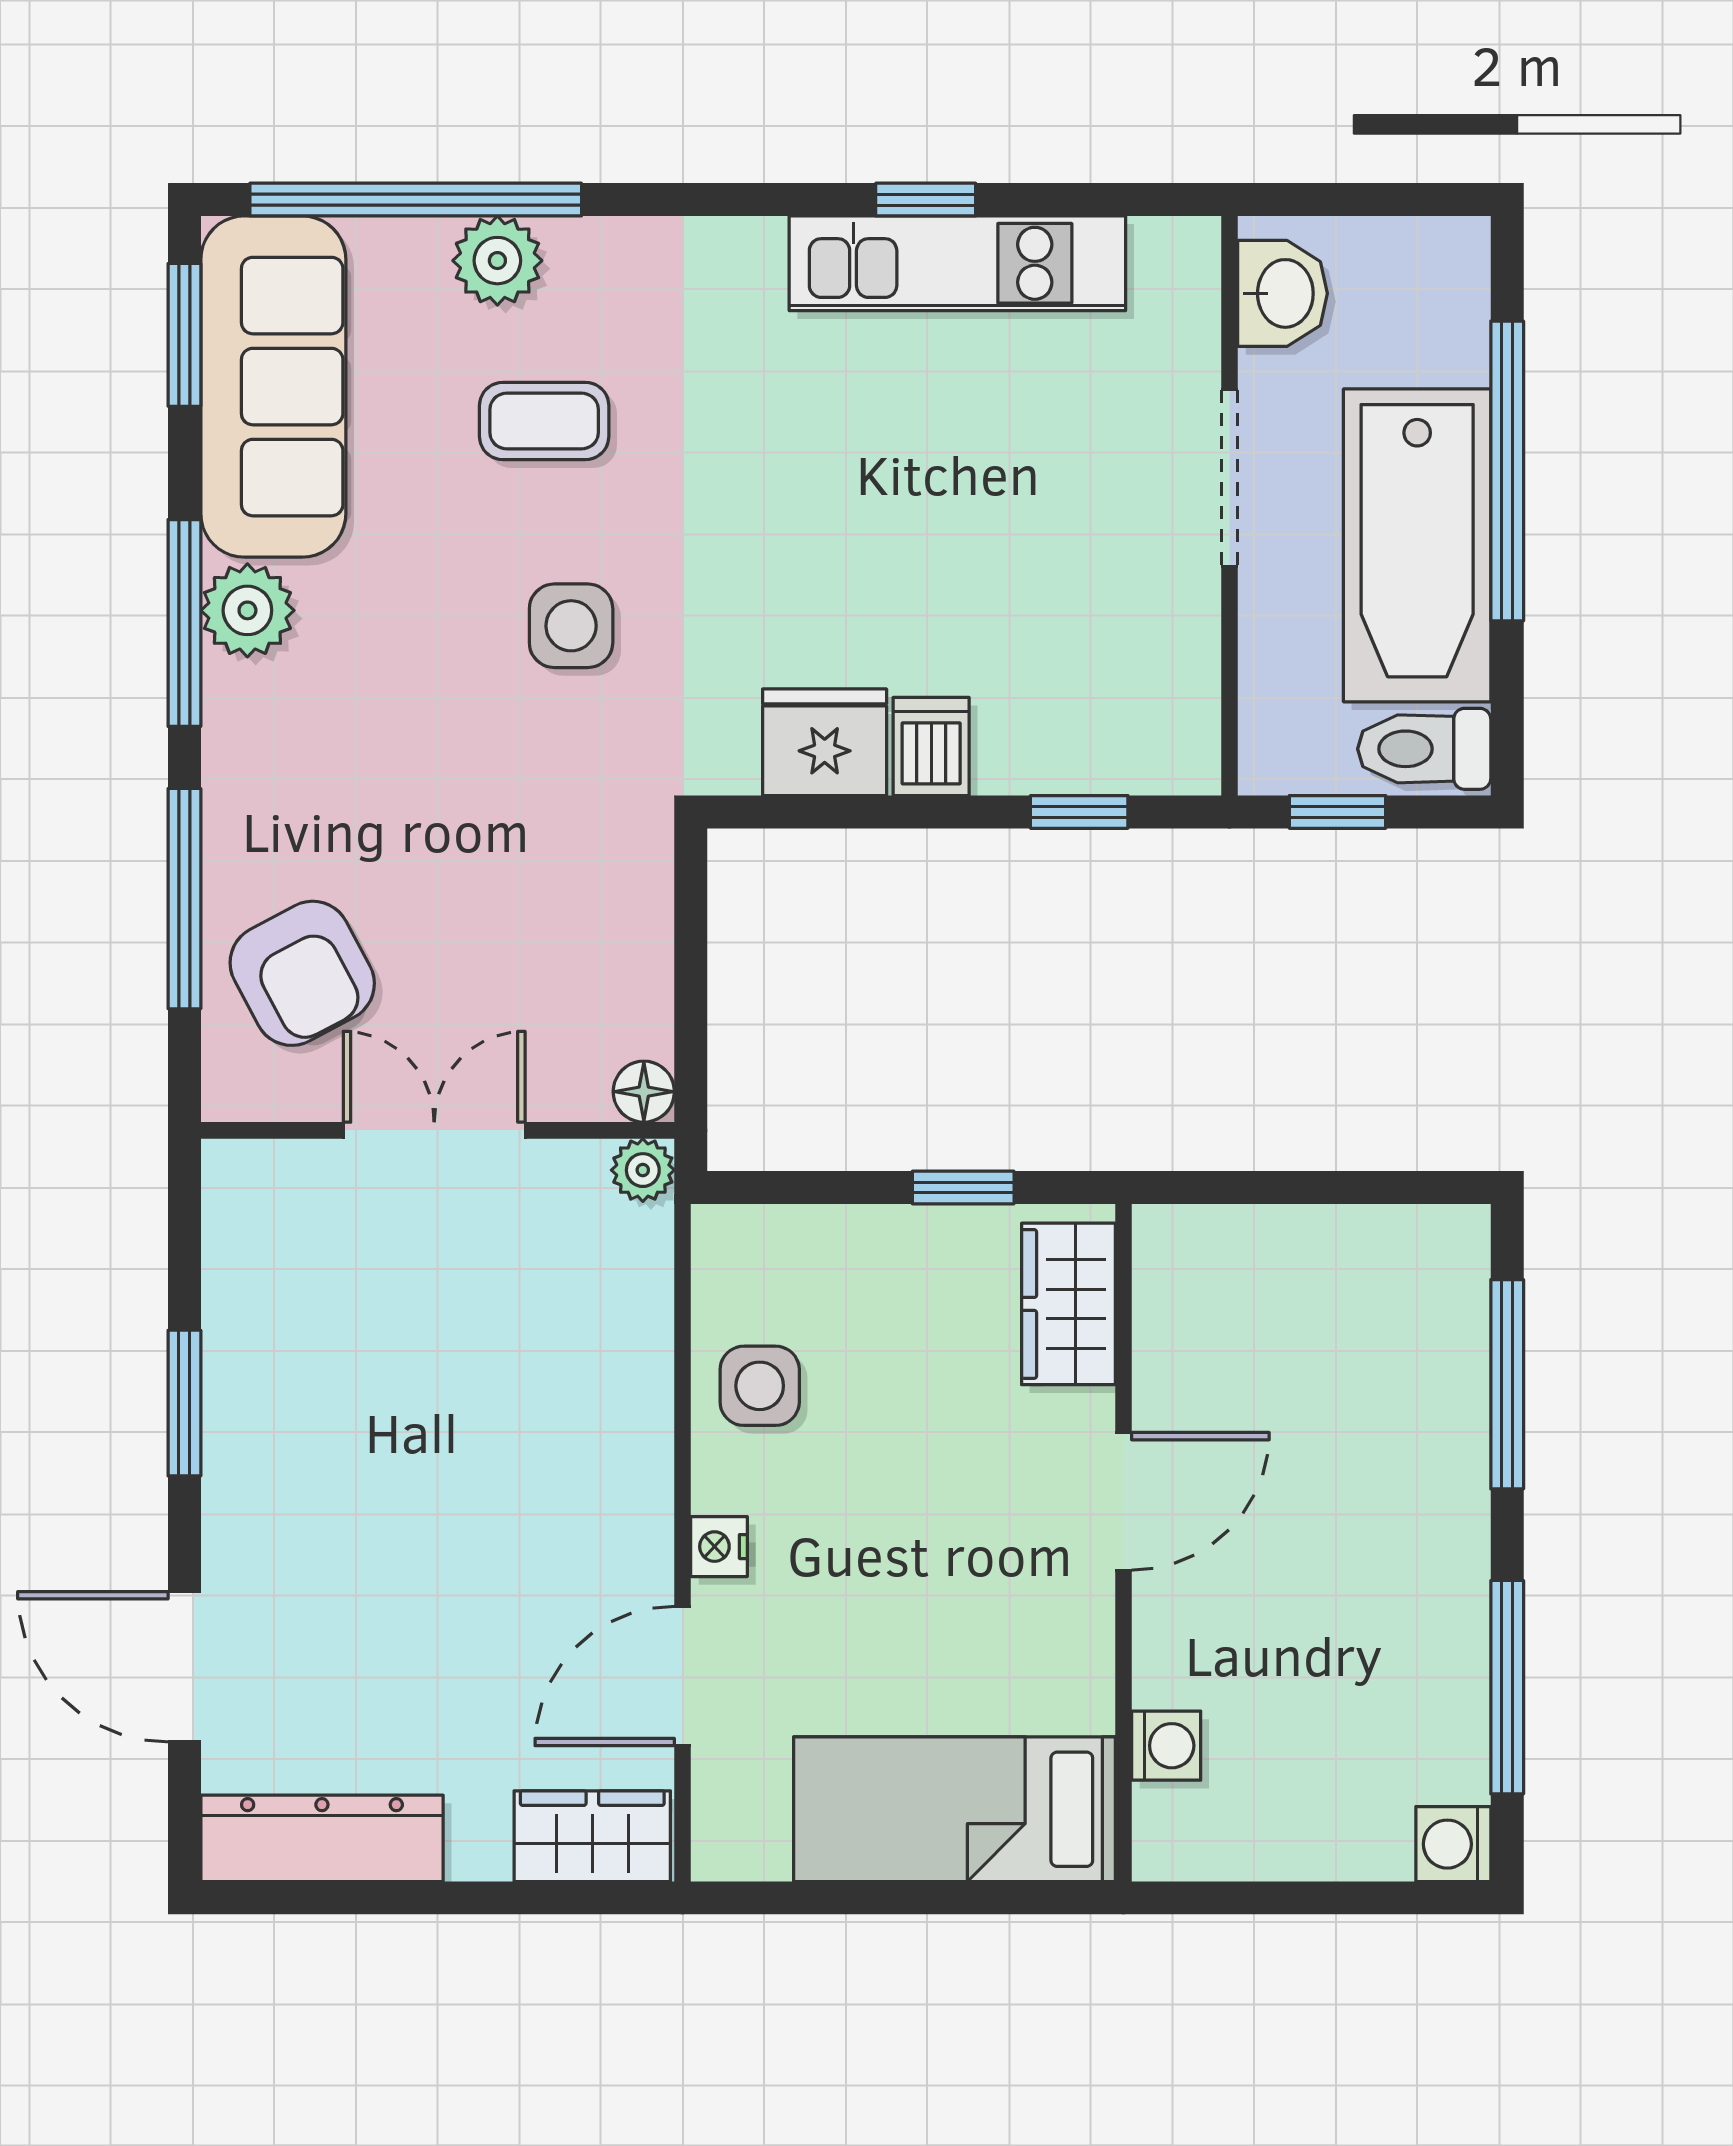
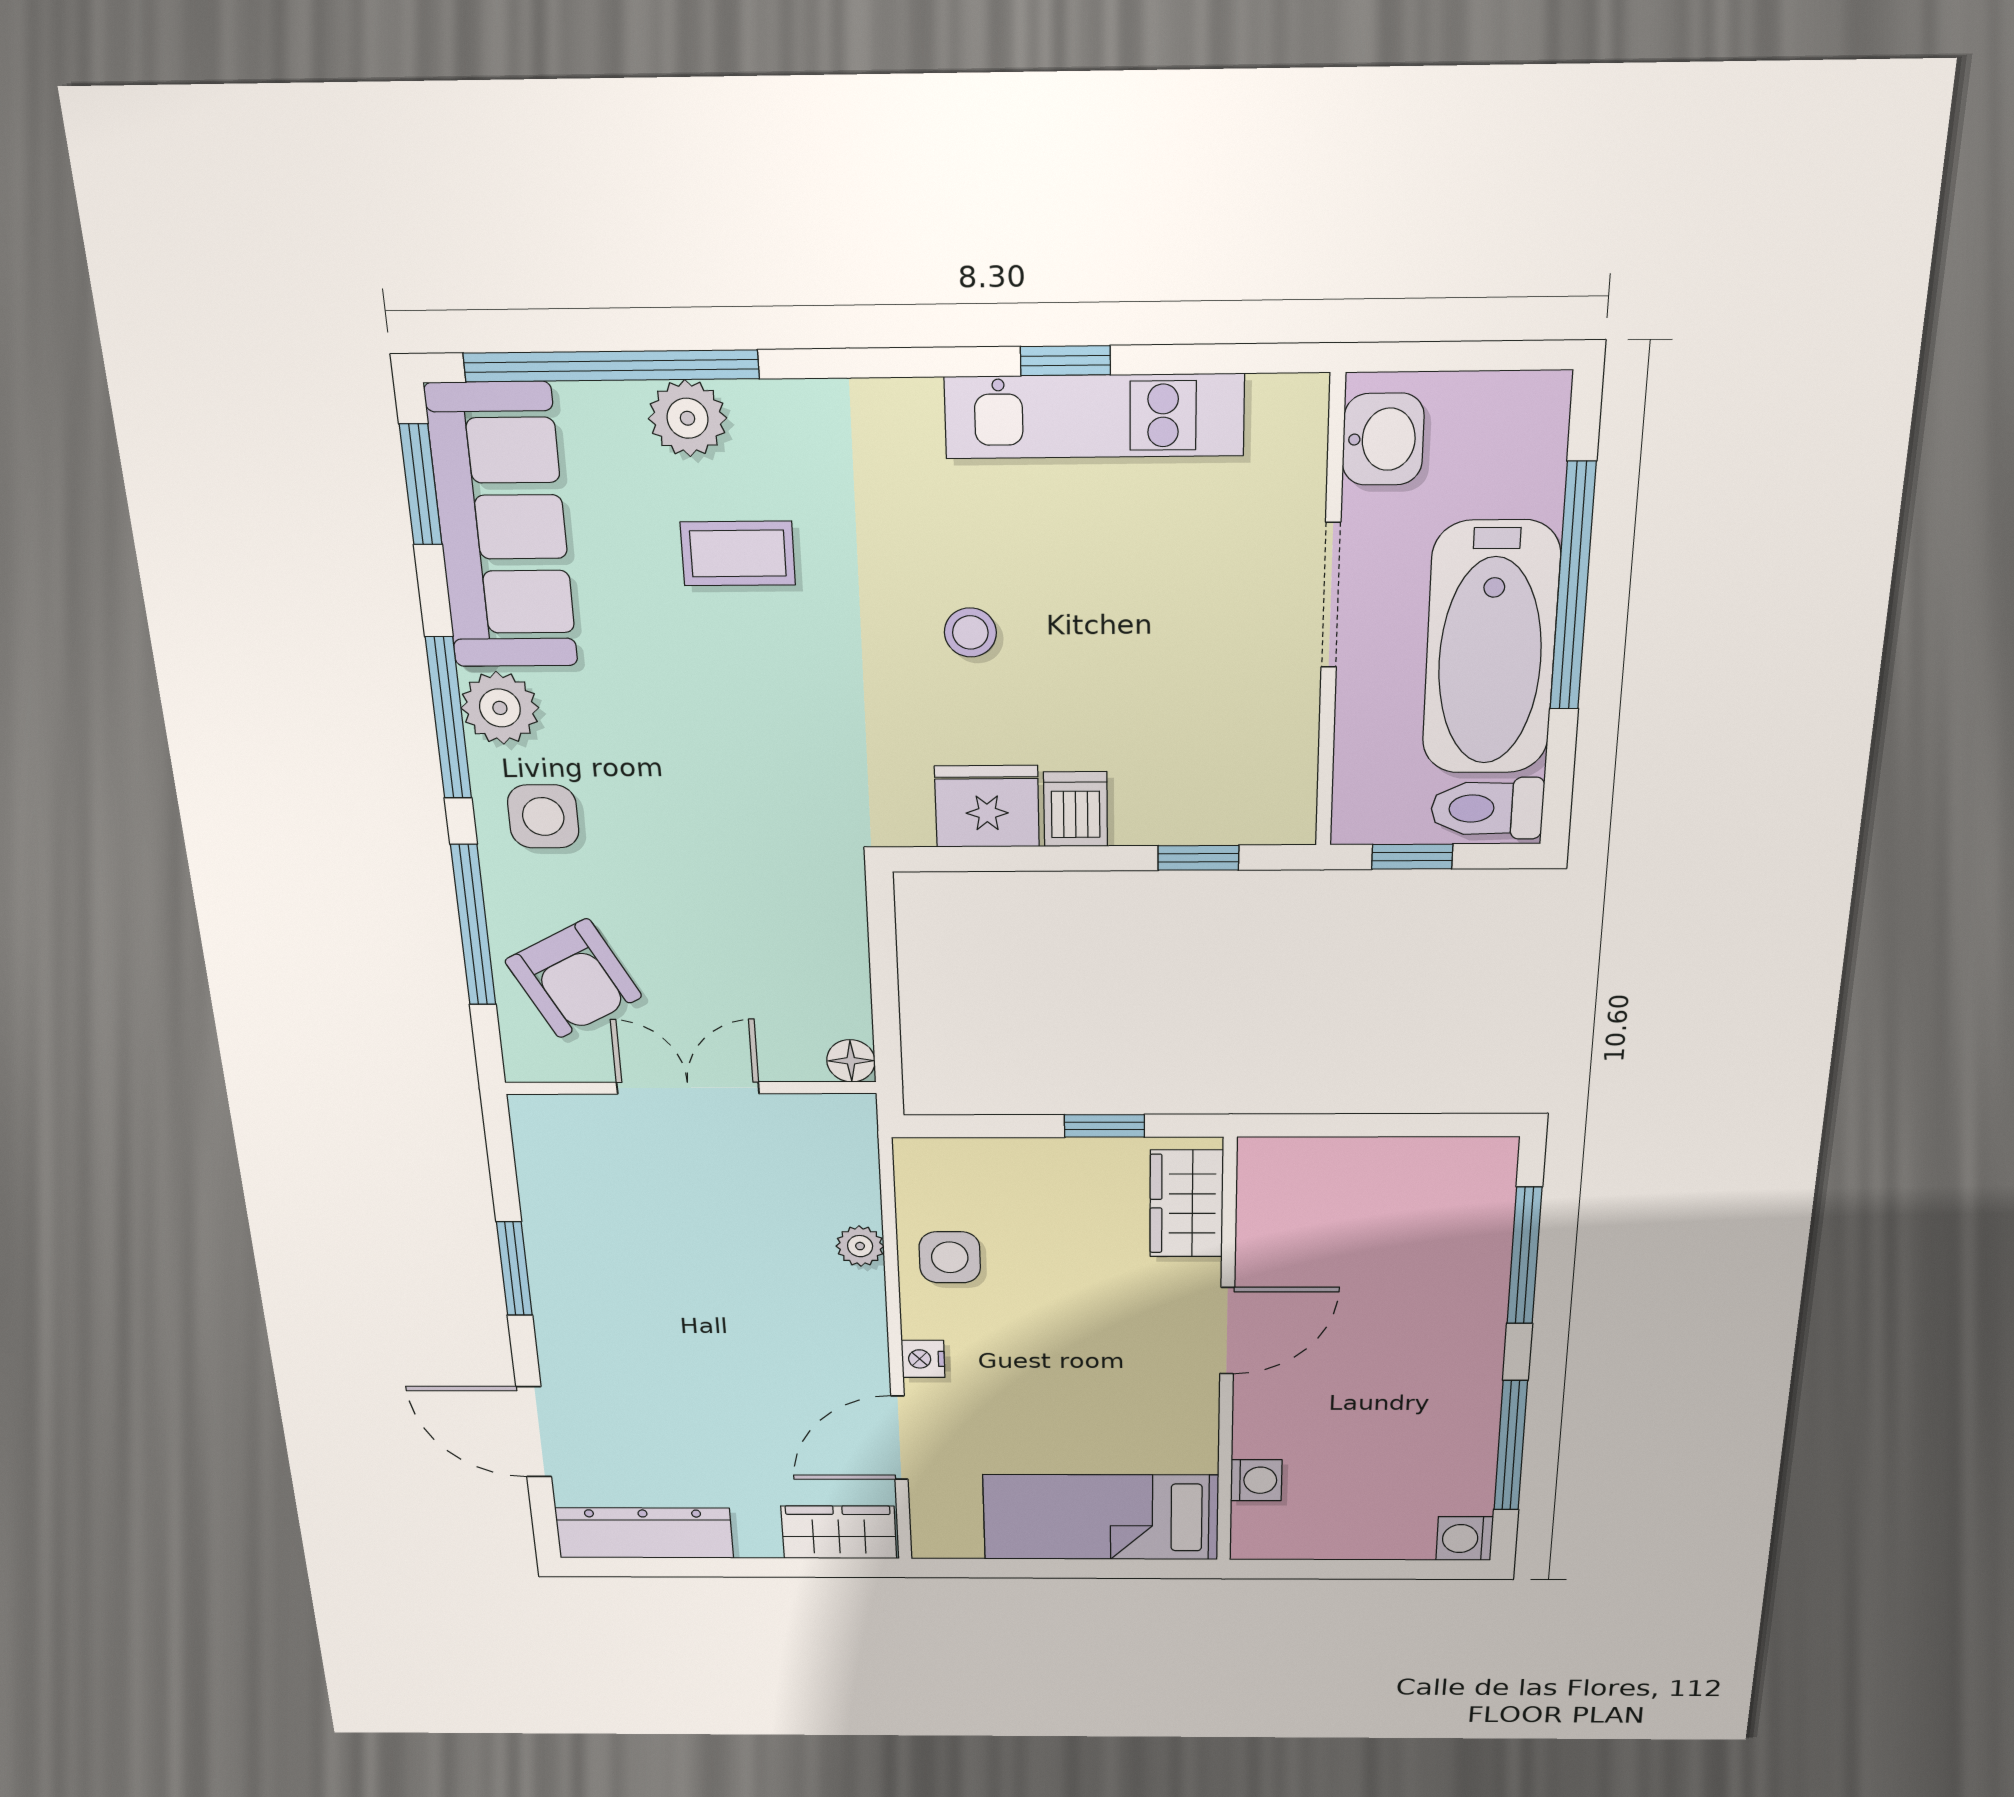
stool: (811, 520) -> (970, 632), added
side table: (571, 626) -> (543, 816), moved
plant: (643, 1170) -> (860, 1246), moved

